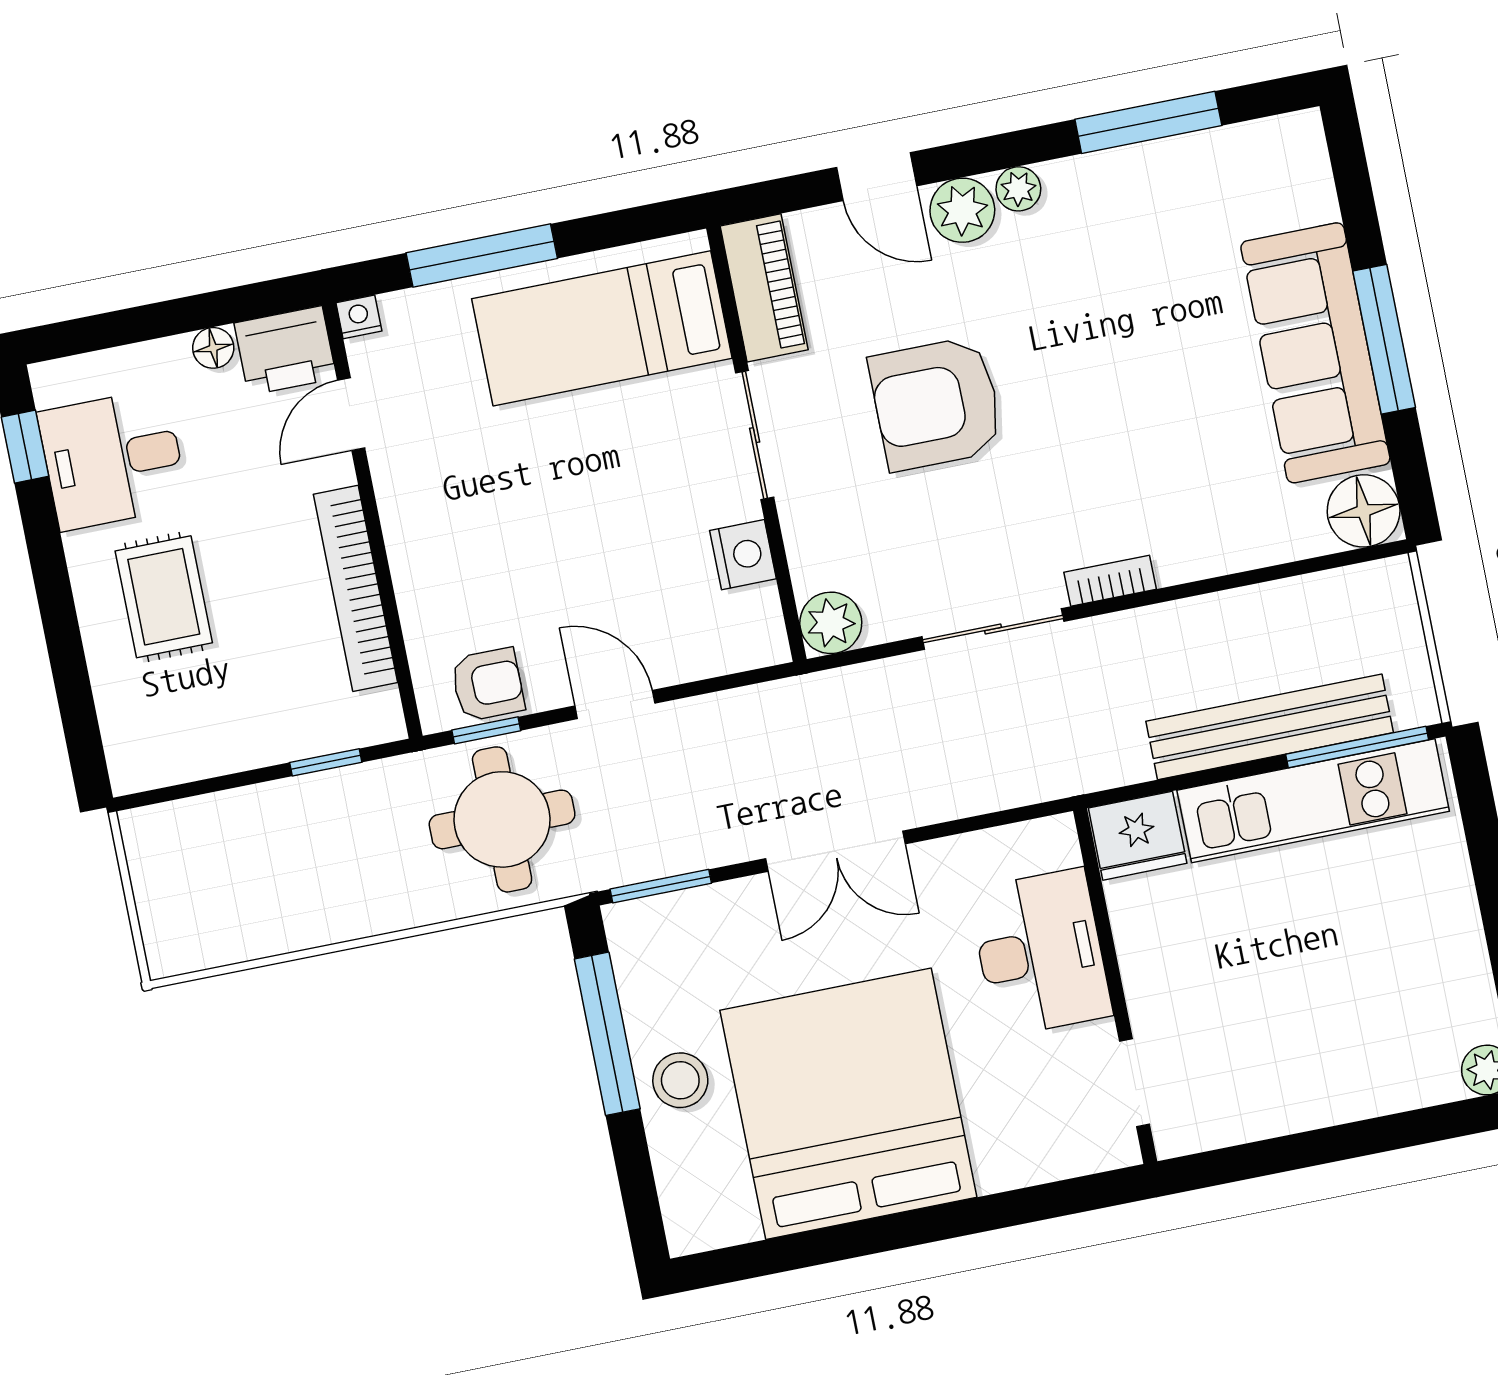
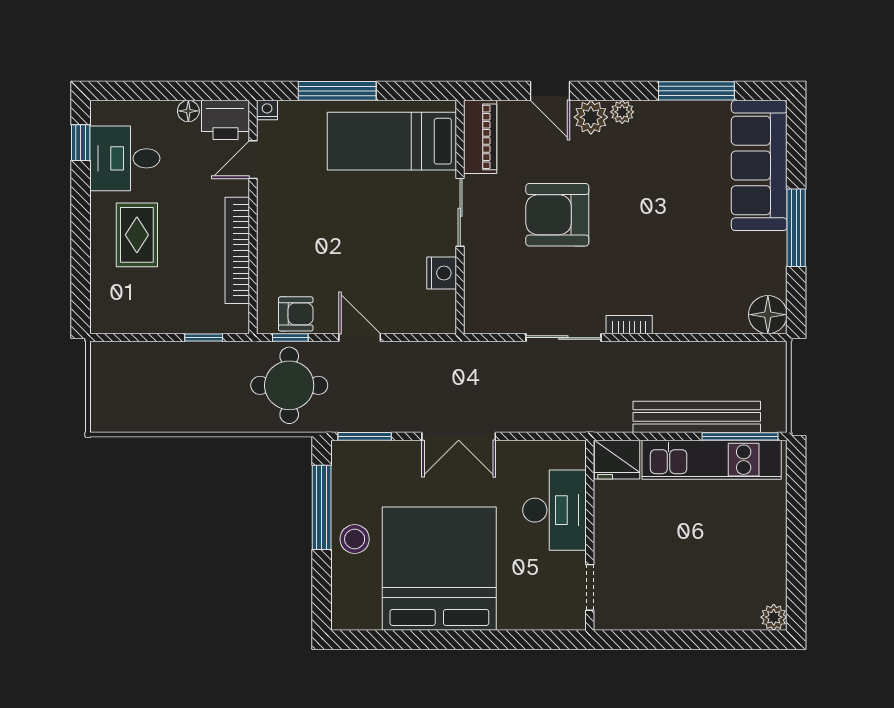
sofa: (1315, 353) -> (759, 165), moved
plant: (831, 623) -> (480, 317), removed

